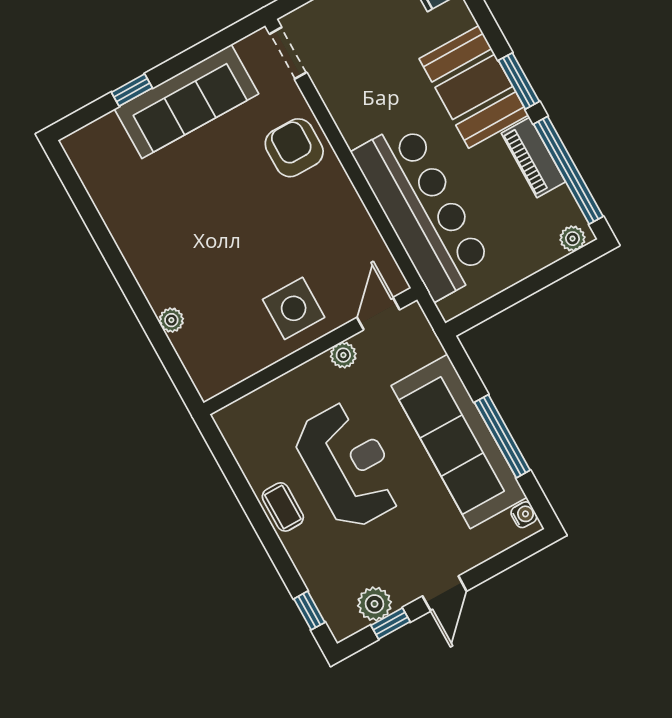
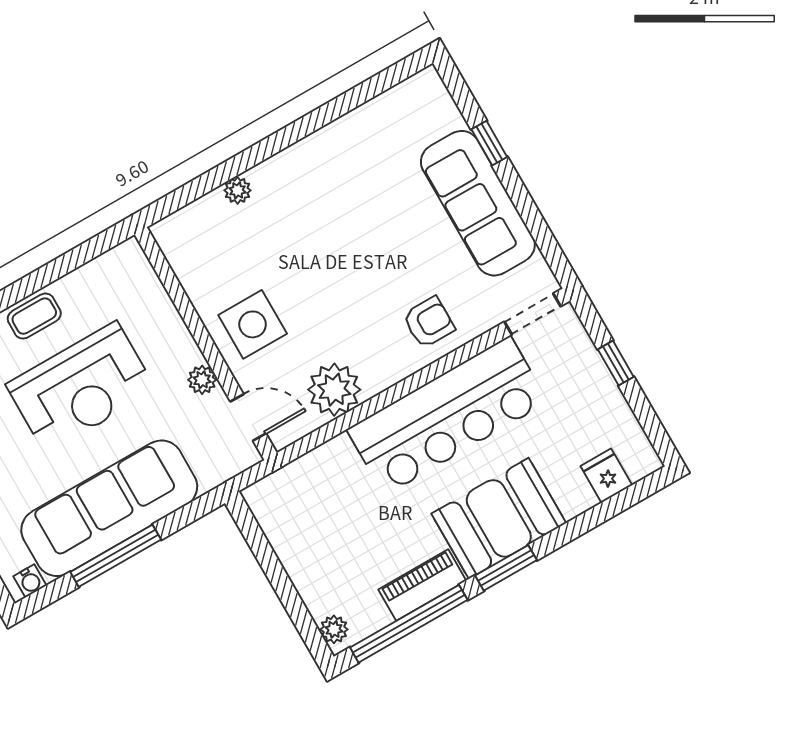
armchair: (294, 148) -> (429, 322), width x0.72, depth x0.72
bar counter: (423, 210) -> (447, 416), moved
plant: (354, 235) -> (334, 390), added

